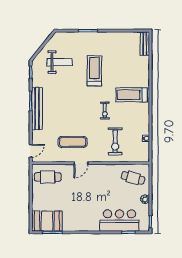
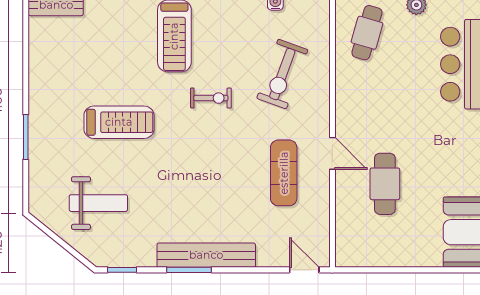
weight bench: (60, 62) -> (98, 203), turned 90
treadmill: (94, 71) -> (119, 122), turned 180
exercise bike: (115, 141) -> (282, 74), turned 110
cafe table: (48, 177) -> (385, 184), moved

